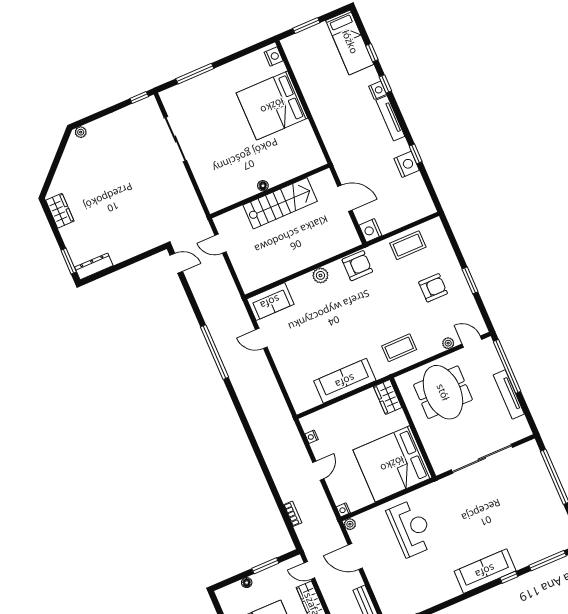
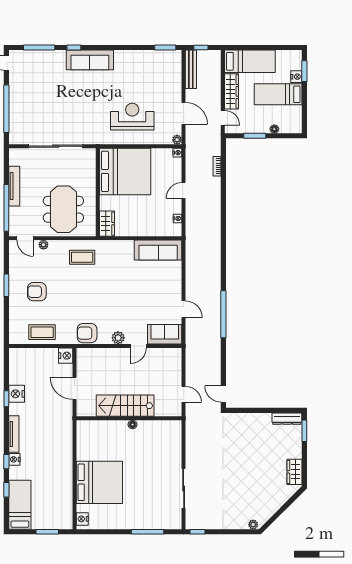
door: (294, 276) -> (138, 346), added
sofa: (345, 381) -> (158, 250), moved
reception desk: (411, 528) -> (132, 117), turned 90

